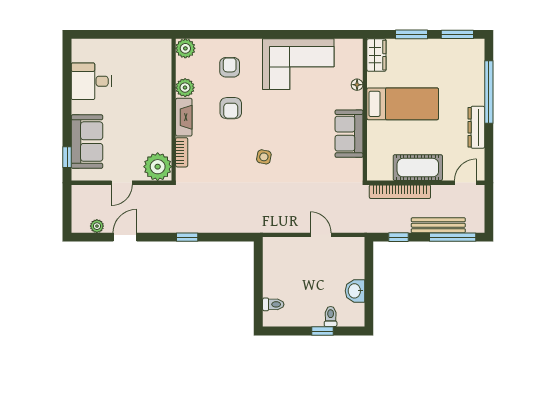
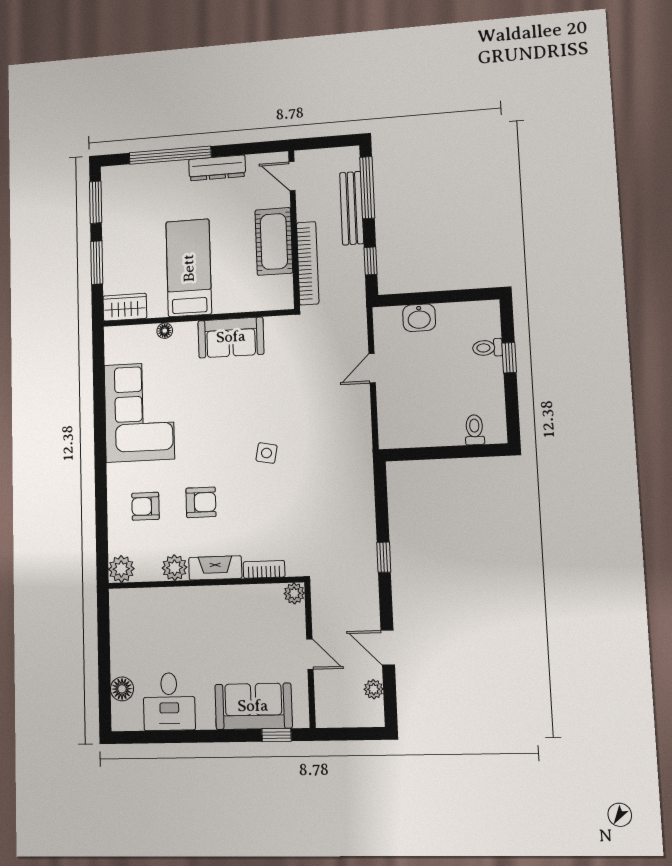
floor lamp: (101, 47) -> (122, 689), added
plant: (158, 167) -> (294, 593), width x0.53, depth x0.53
washbasin: (355, 291) -> (419, 318), moved

